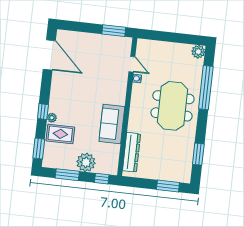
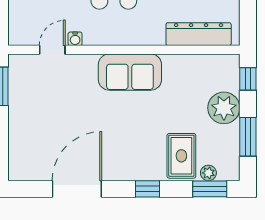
door: (49, 55) -> (77, 189), moved
plant: (52, 118) -> (208, 173), moved
sofa: (112, 124) -> (130, 72), moved

